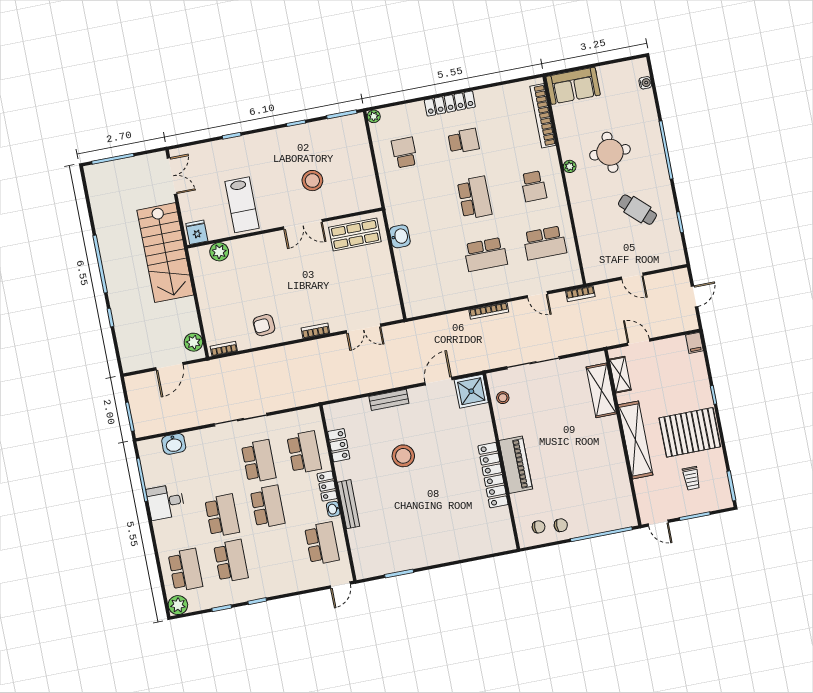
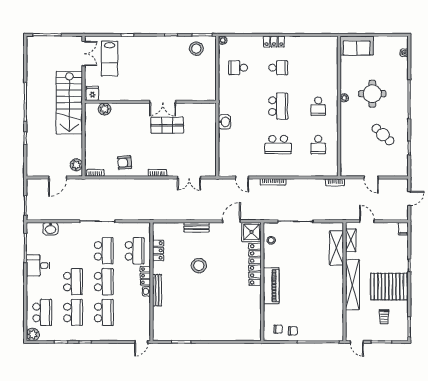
locker: (450, 104) -> (274, 42), width x0.66
bookcase: (543, 116) -> (333, 61), removed
school desk: (404, 153) -> (238, 68), turned -90
stool: (312, 181) -> (196, 49), moved
lab bench: (242, 205) -> (110, 59), moved
shop shelf: (355, 234) -> (167, 125), moved
school desk: (545, 243) -> (318, 145), width x0.54
door: (537, 295) -> (242, 177), moved
locker: (493, 475) -> (255, 264), moved
school desk: (322, 543) -> (104, 312), moved

